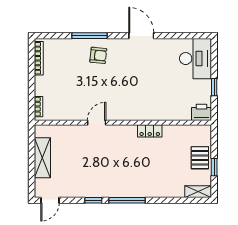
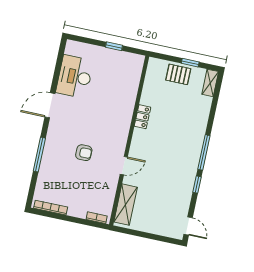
armchair: (98, 55) -> (84, 153), moved, turned 84
desk: (196, 59) -> (75, 77), moved, turned -90
printer: (202, 112) -> (135, 64), removed
door: (97, 123) -> (124, 166), swing flipped
shelving: (42, 158) -> (126, 205), moved, turned 90

